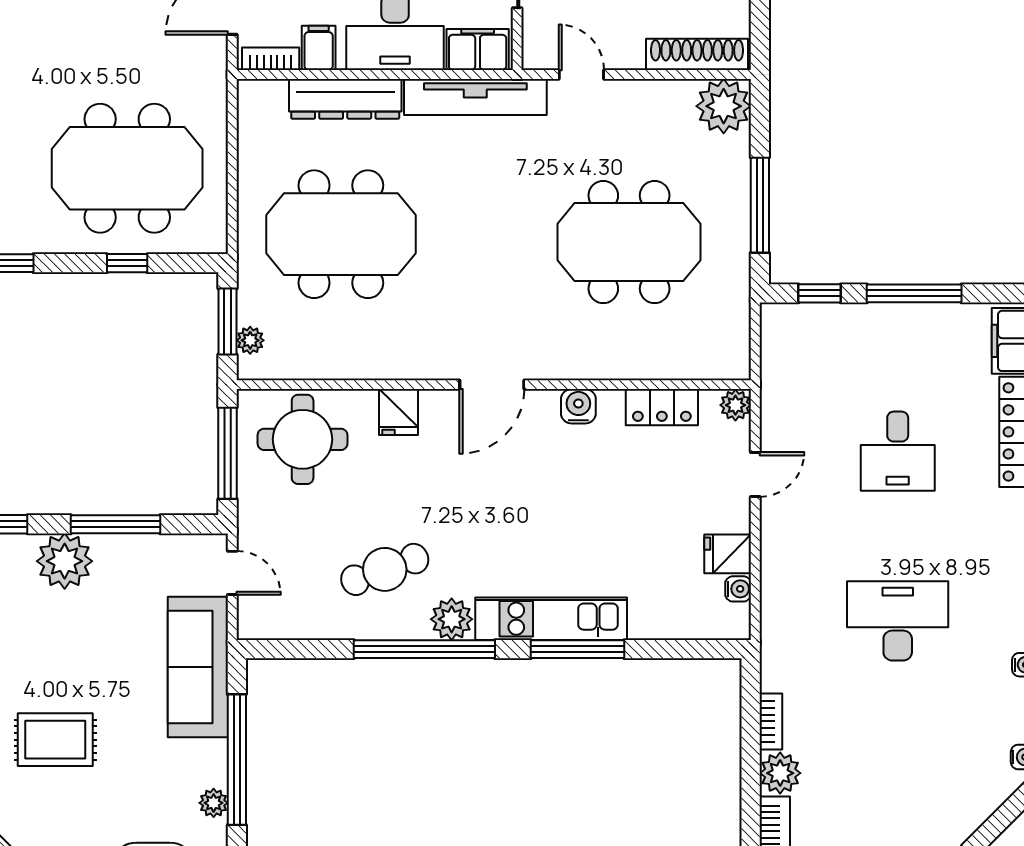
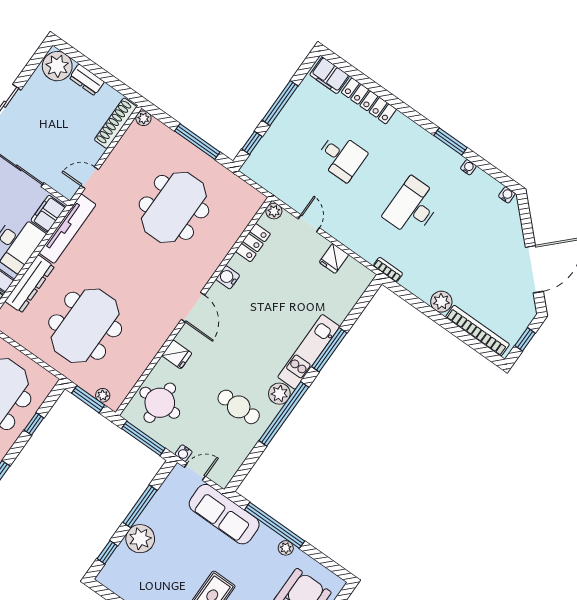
plant: (724, 106) -> (143, 118), width x0.53, depth x0.53
cafe table: (385, 569) -> (239, 407), turned -70
water cooler: (738, 589) -> (184, 453), moved, turned 180
bookcase: (771, 721) -> (388, 270), moved

